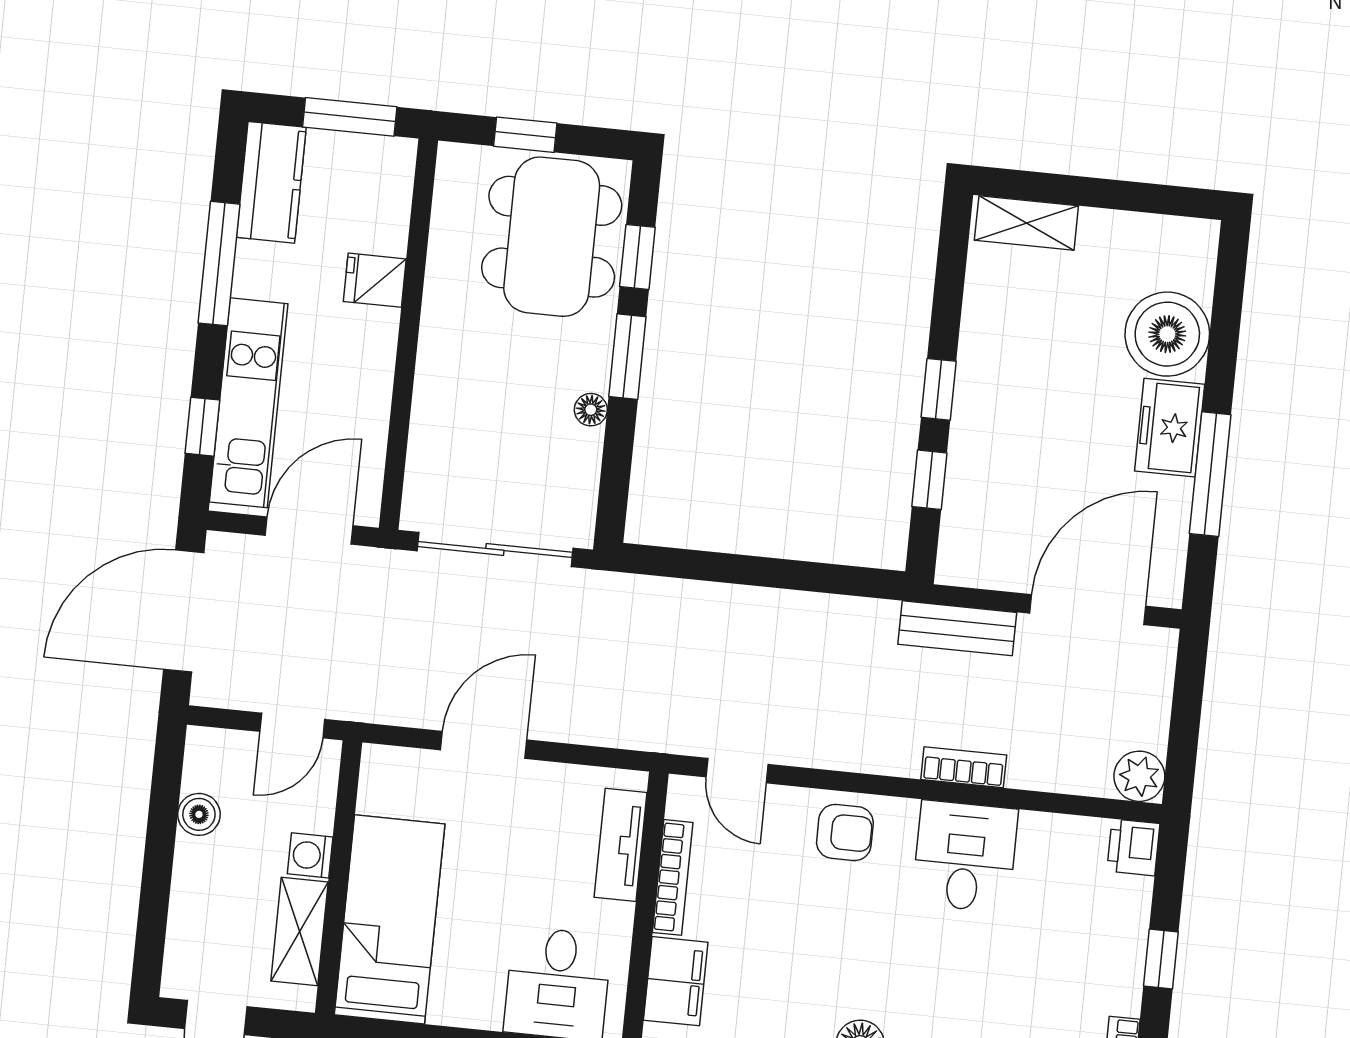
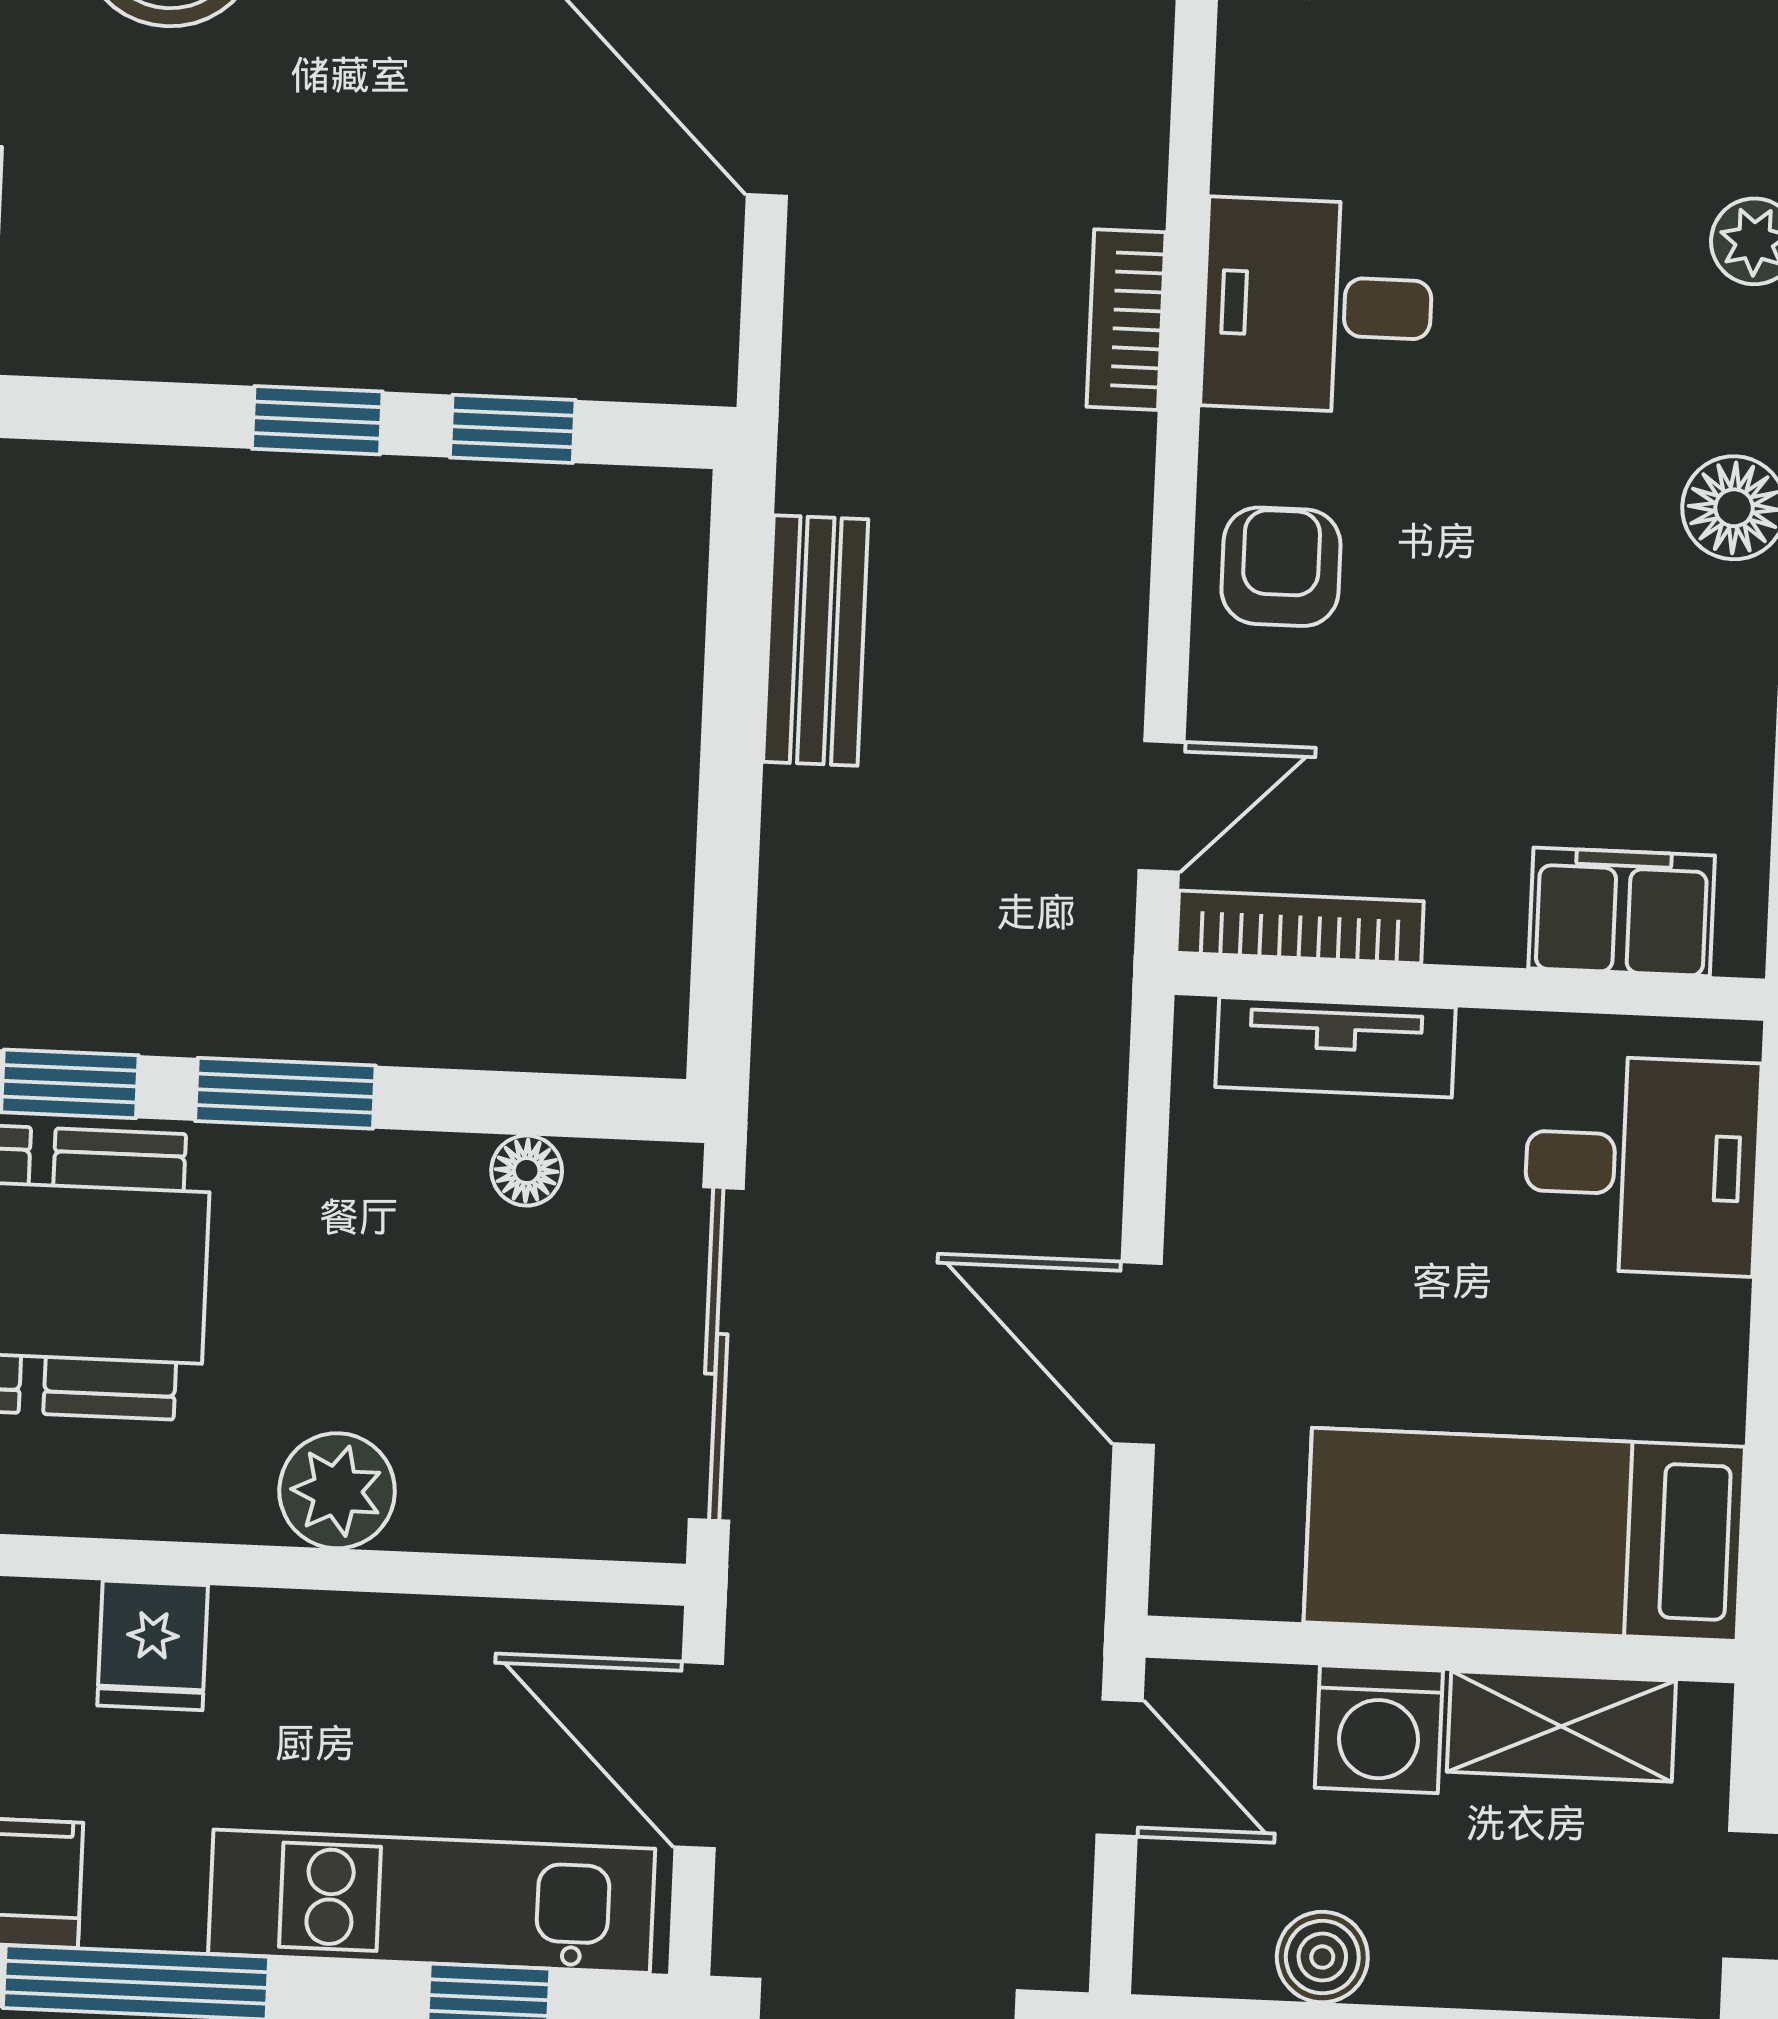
plant: (442, 370) -> (337, 1491), added
floor lamp: (591, 410) -> (527, 1171), moved
bench: (957, 628) -> (816, 641), moved
washing machine: (310, 855) -> (1379, 1729), width x1.38, depth x1.38
bookcase: (673, 877) -> (1300, 927), moved

